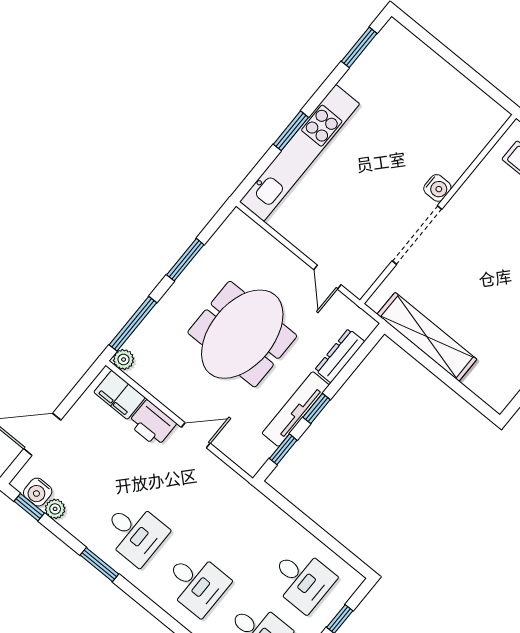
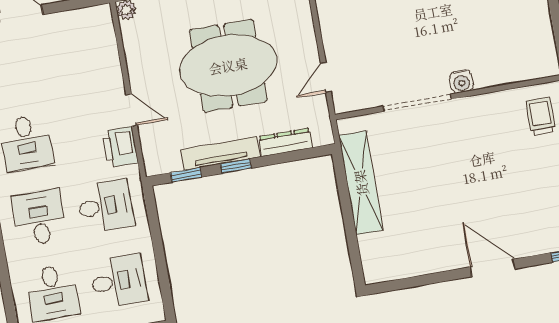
filing cabinet: (120, 395) -> (101, 33), removed
printer: (152, 423) -> (120, 147), moved
desk: (240, 529) -> (105, 206), added
desk: (302, 580) -> (118, 281), turned -90
desk: (196, 583) -> (39, 218), turned 180

